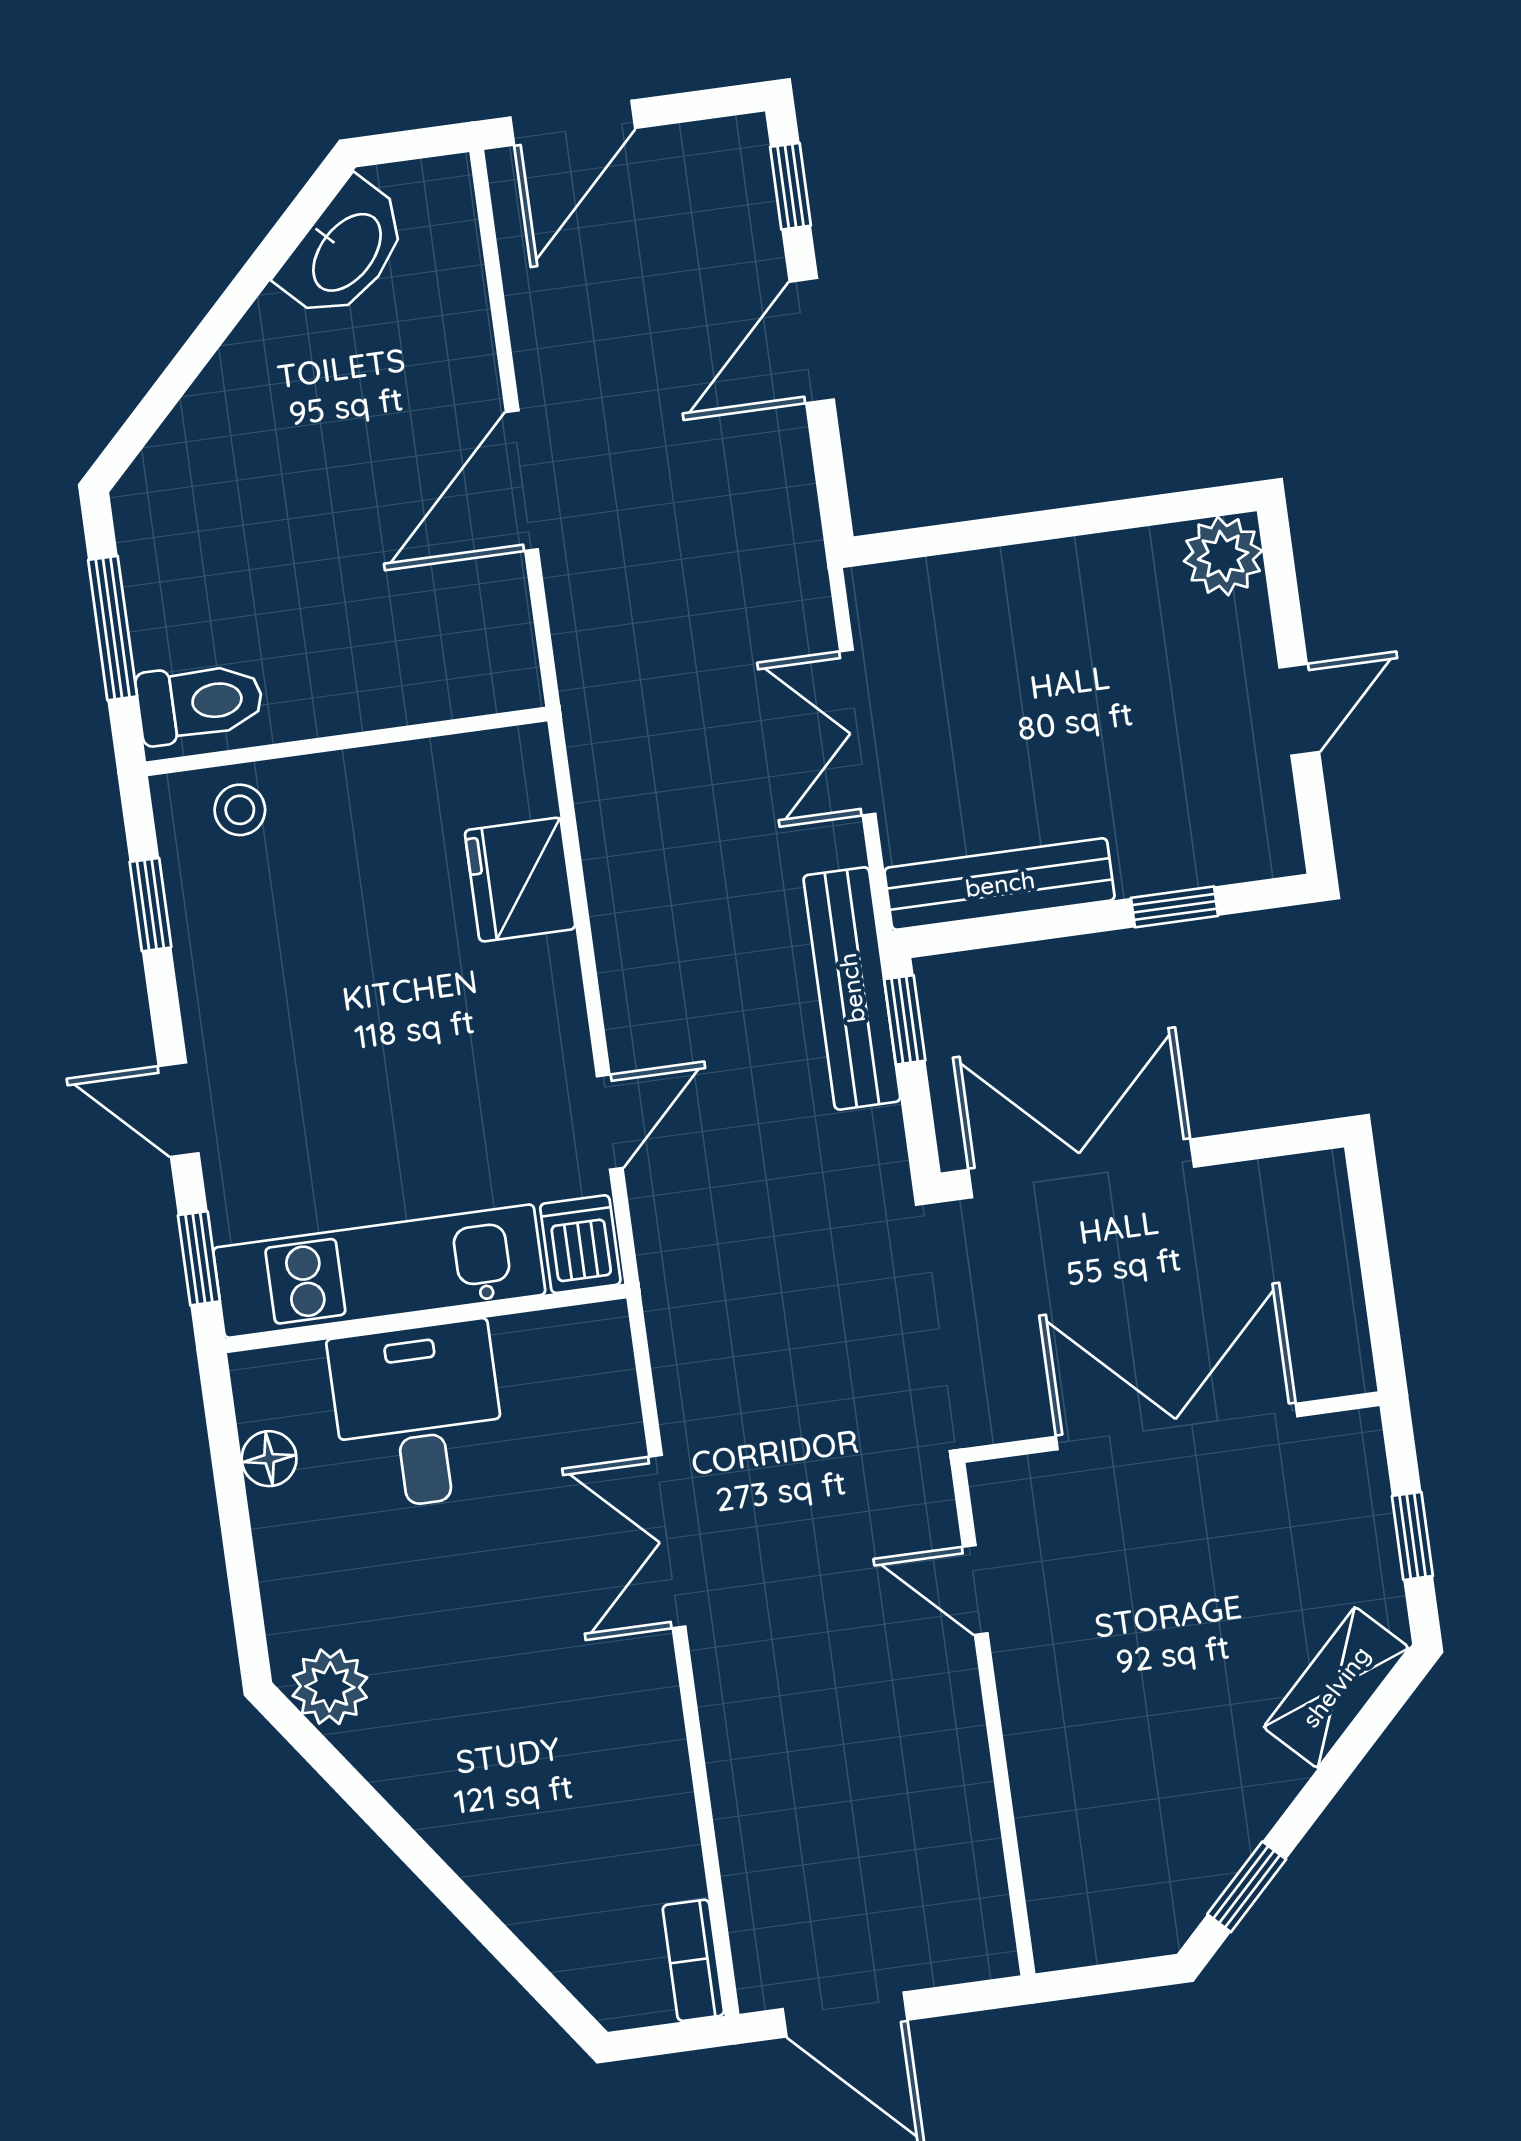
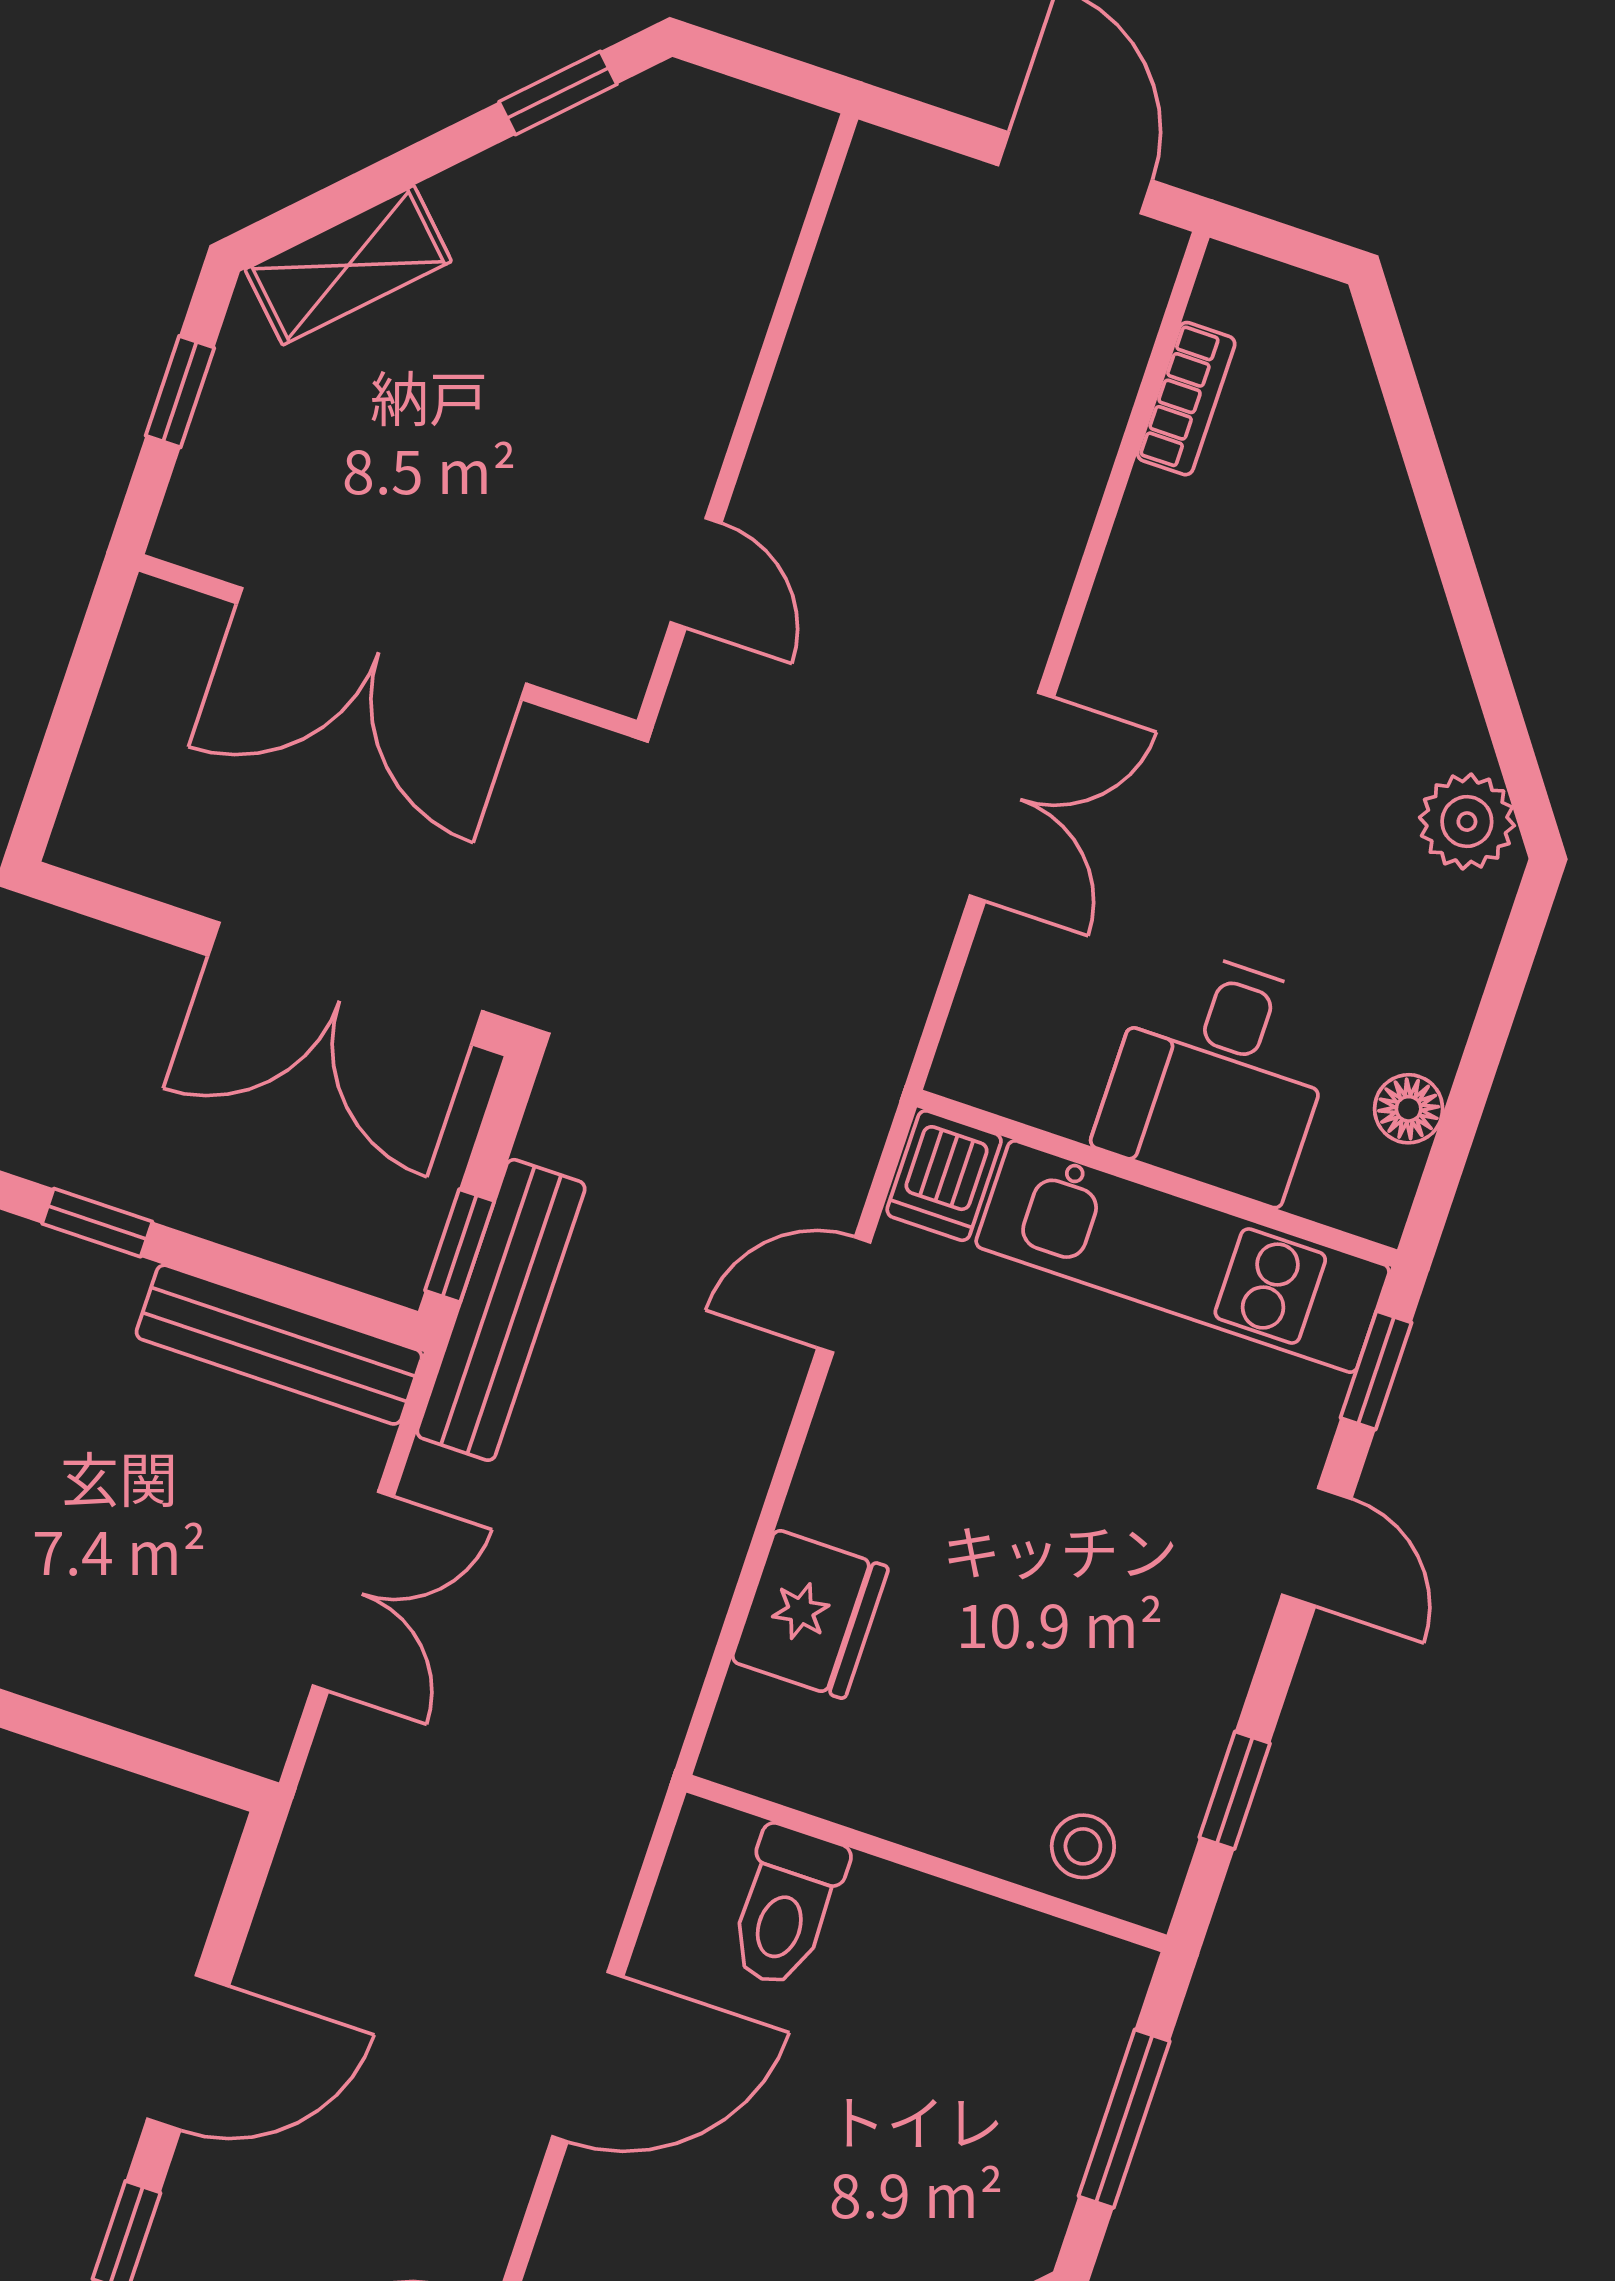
toilet: (200, 703) -> (786, 1907), moved, turned -90
bookcase: (693, 1960) -> (1186, 399), moved

